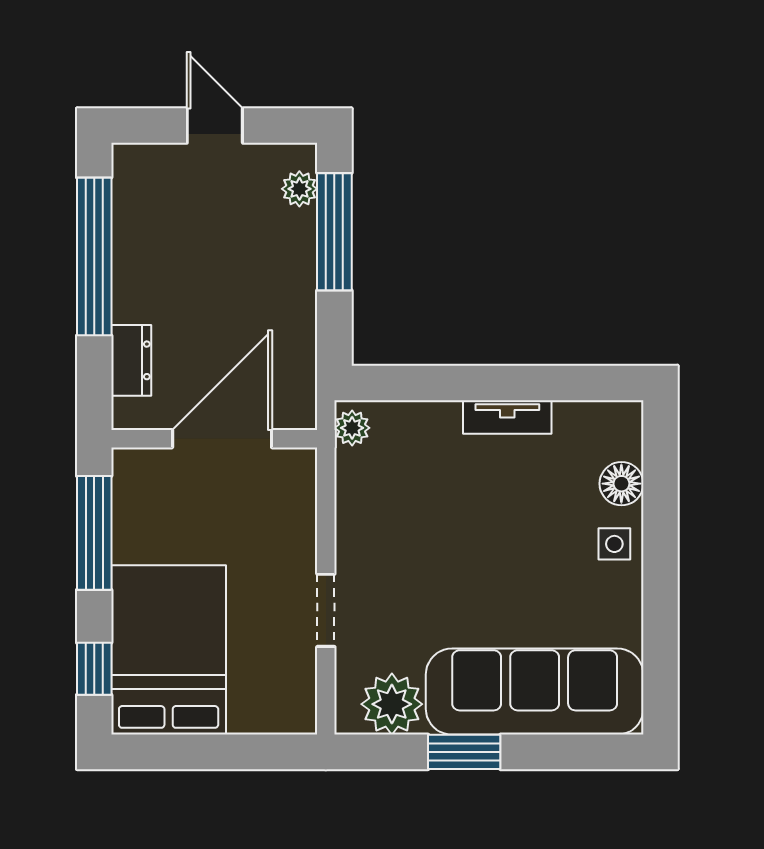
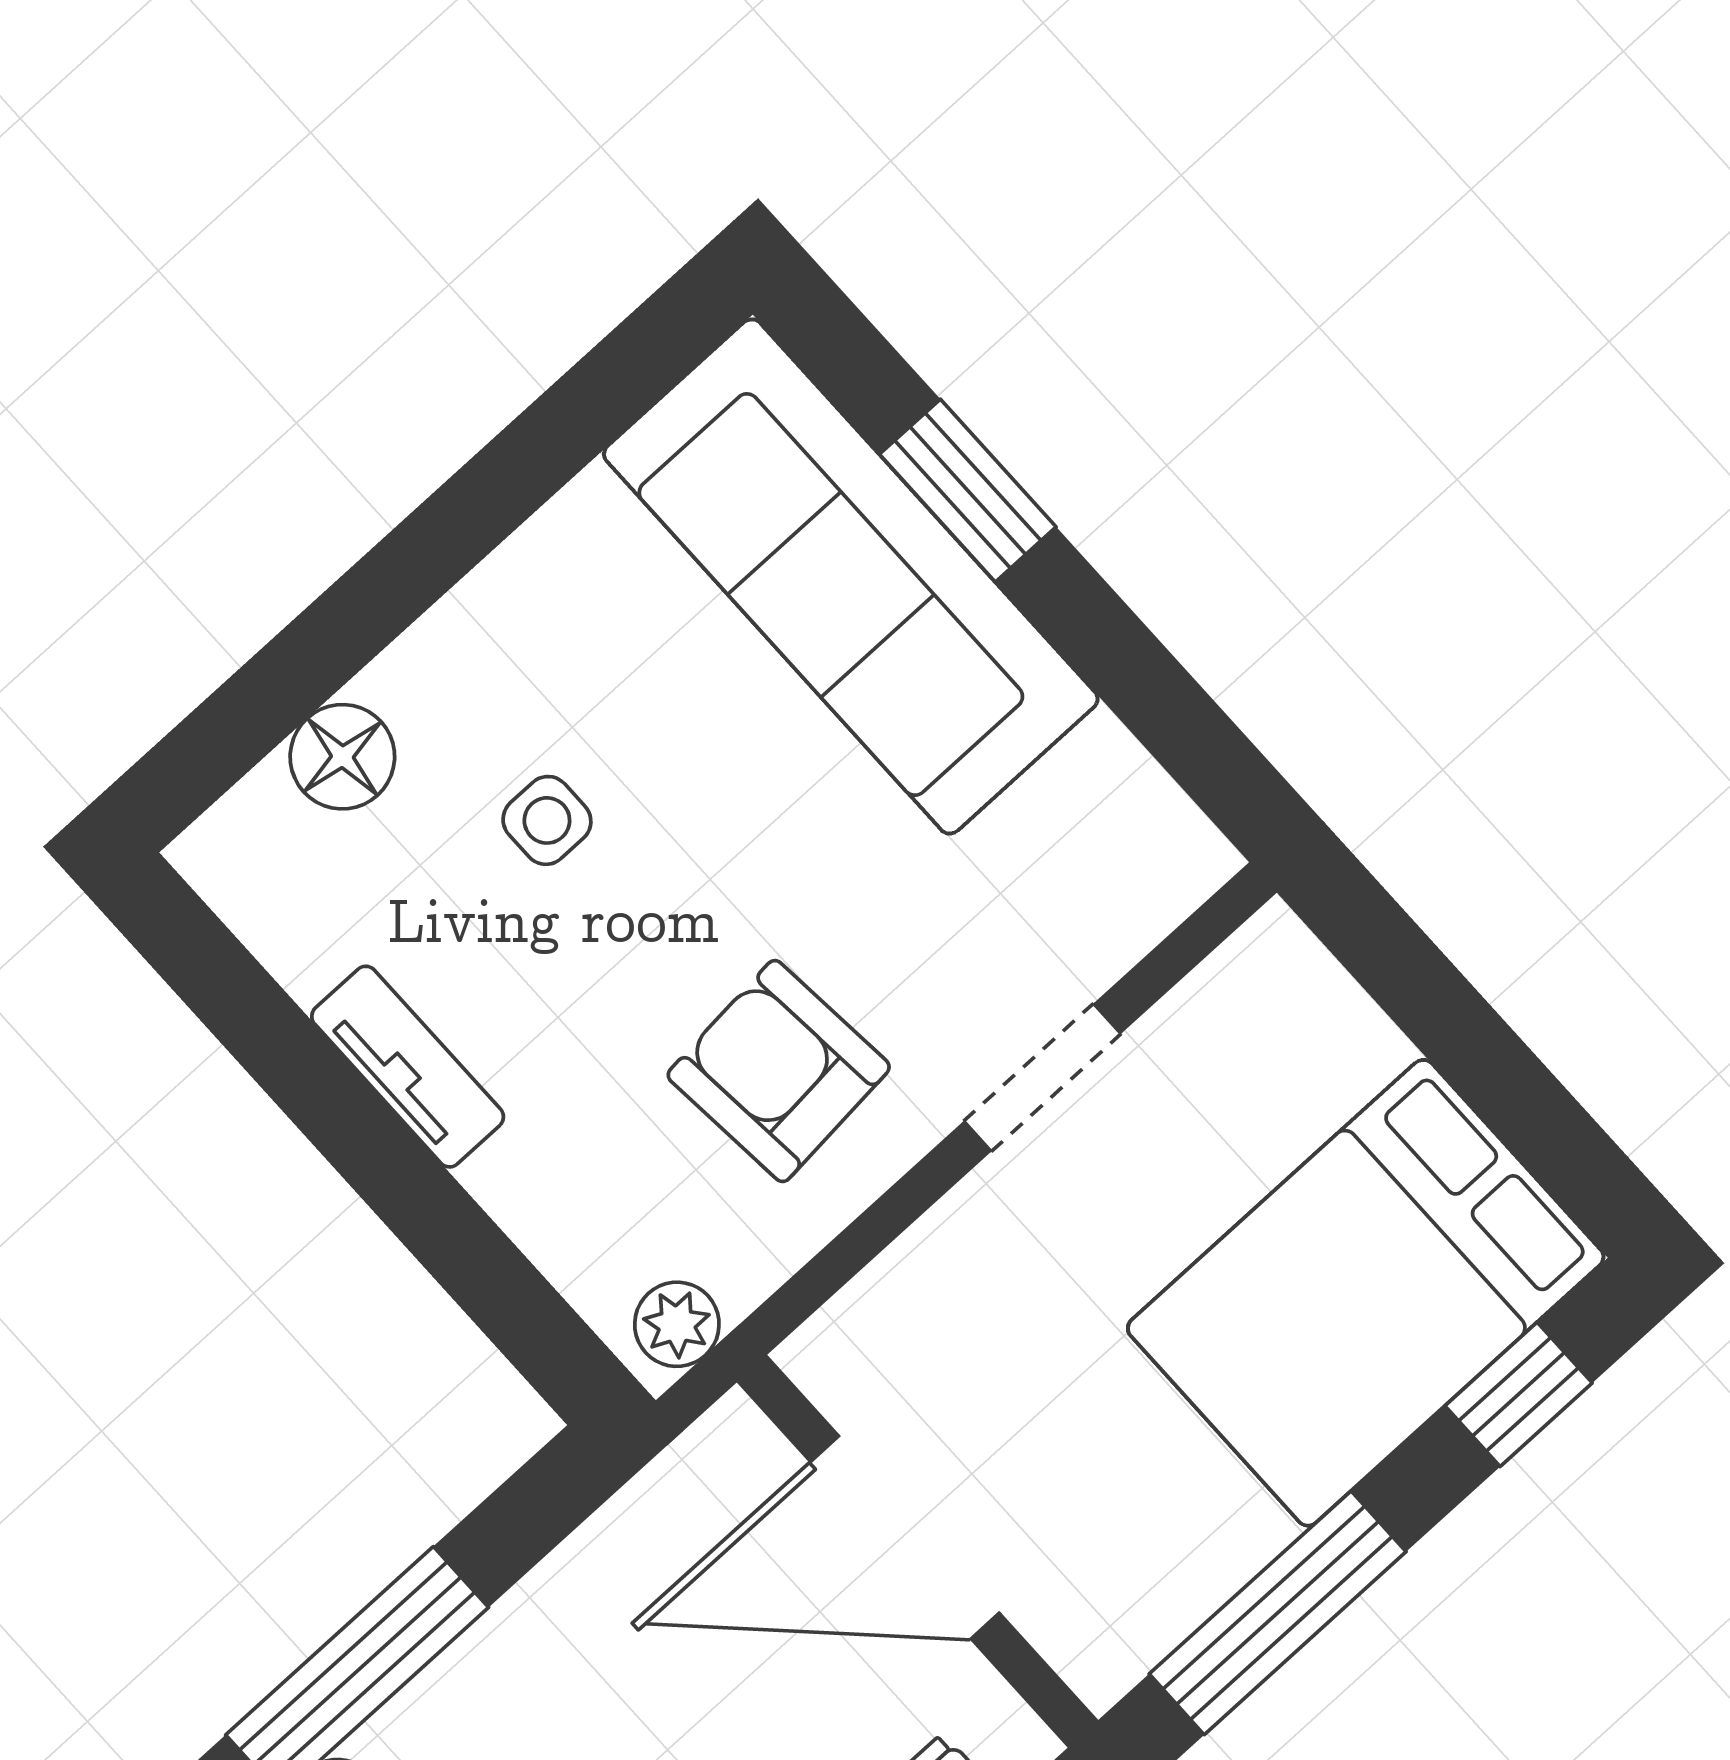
armchair: (402, 530) -> (779, 1071), added
side table: (614, 544) -> (547, 820), moved
plant: (392, 704) -> (1103, 810), removed
window: (464, 752) -> (968, 491), moved

